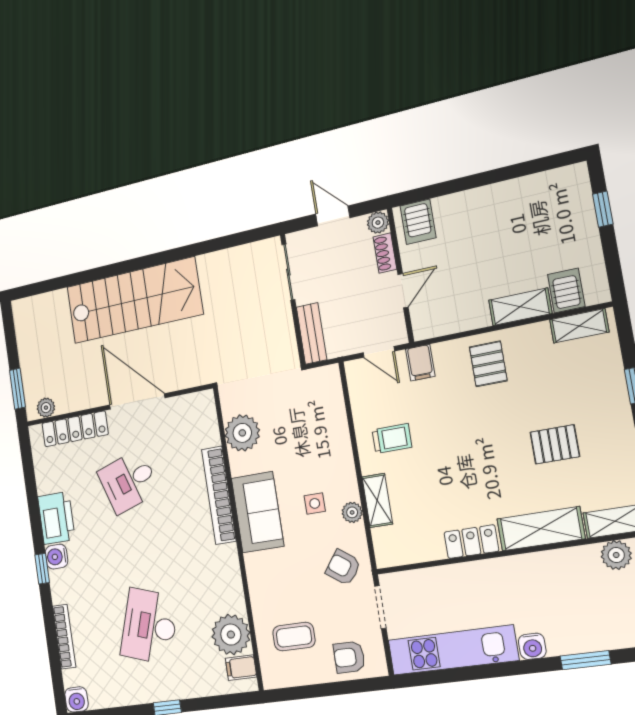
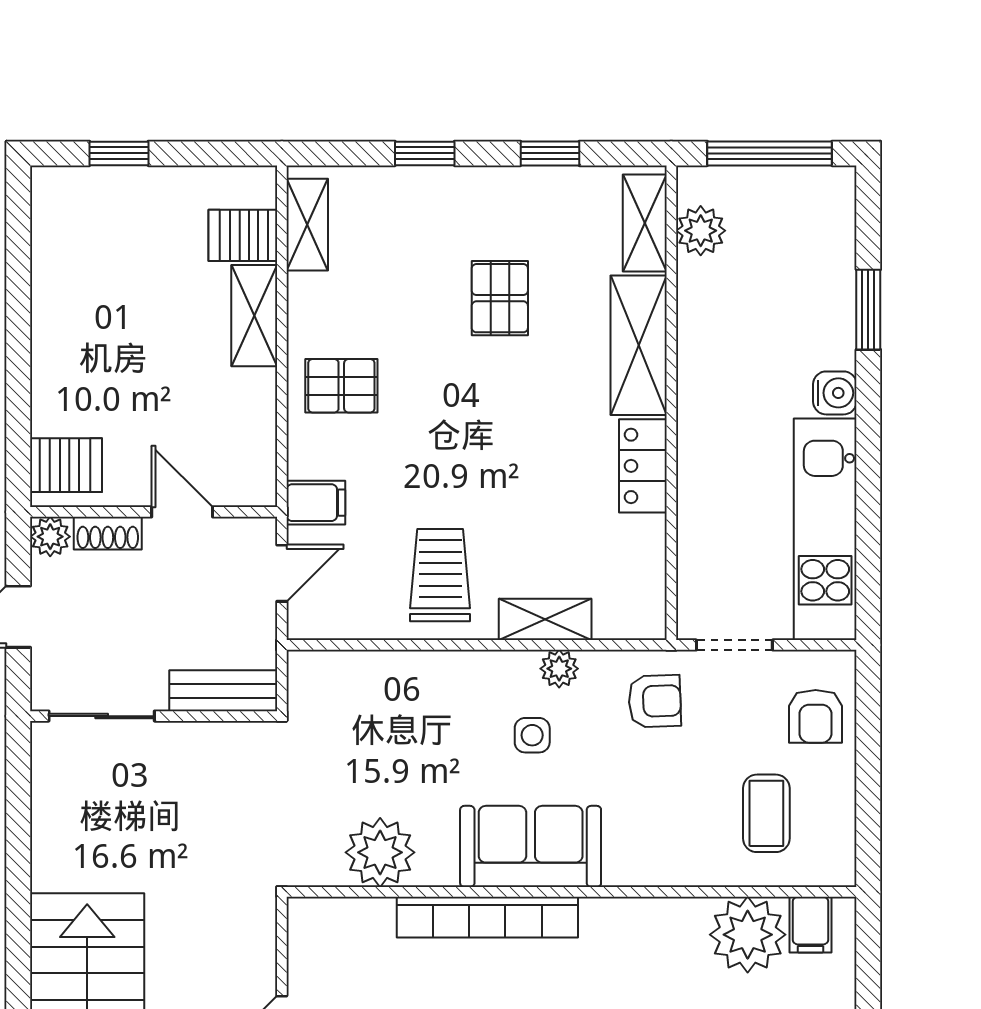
trolley: (392, 438) -> (440, 575), width x1.36, depth x1.39
armchair: (343, 567) -> (655, 701), turned -128

